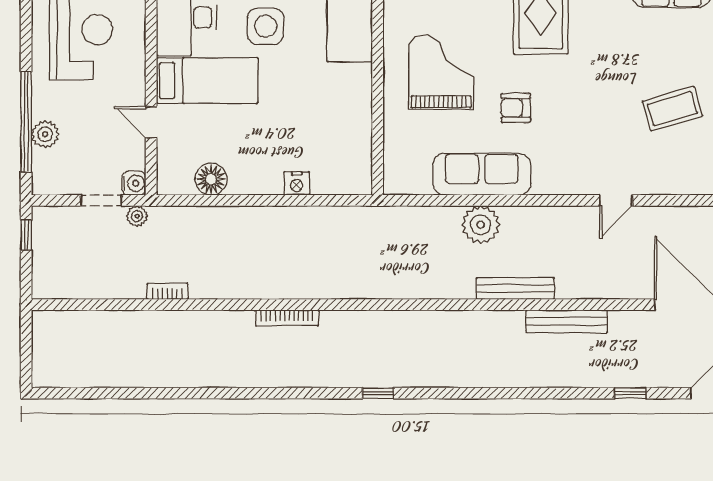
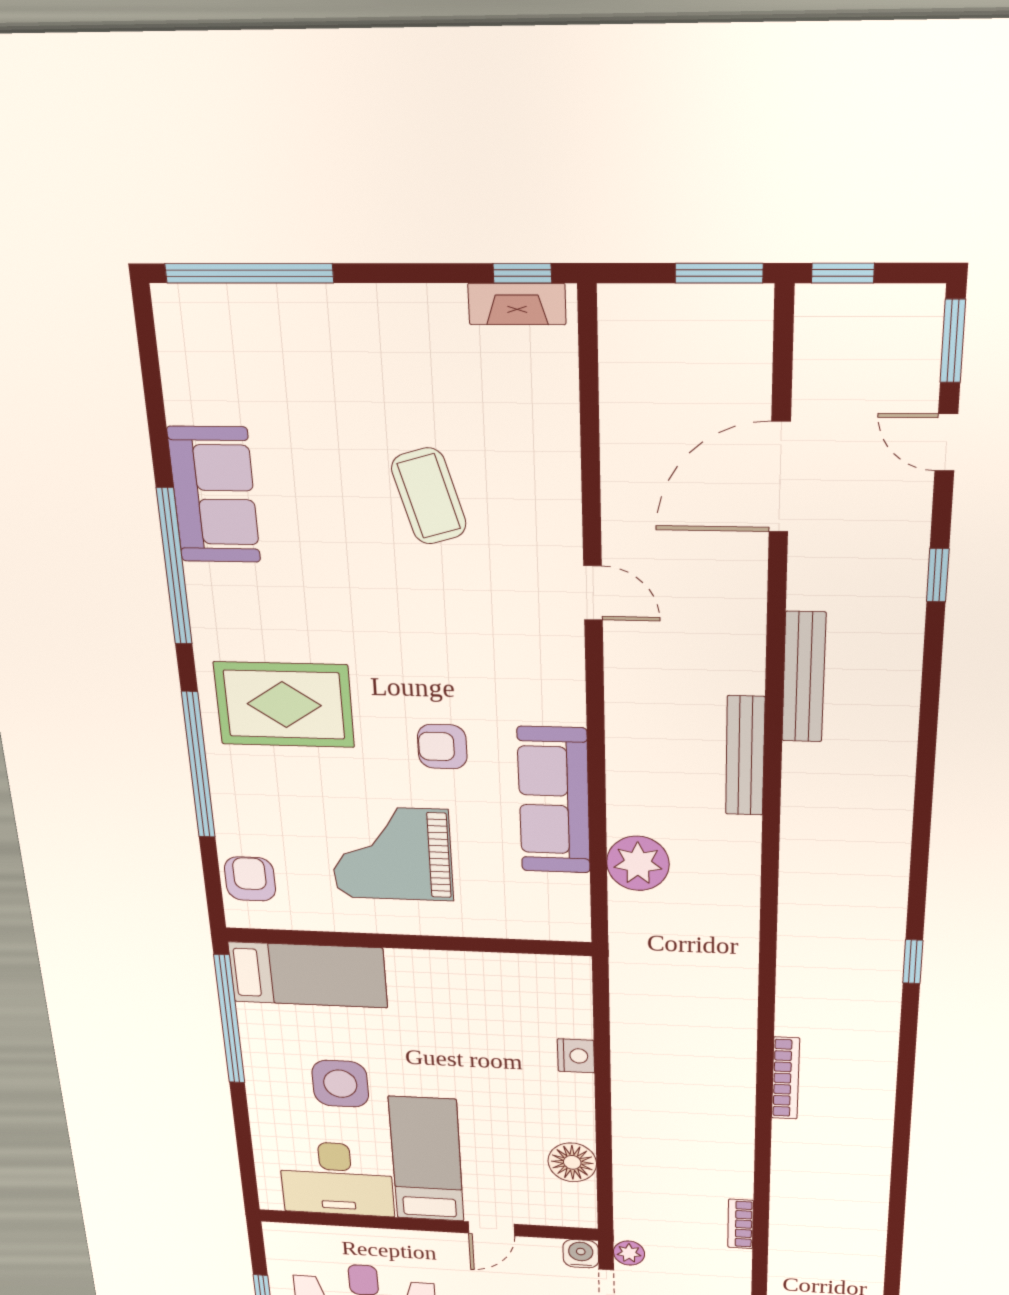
armchair: (516, 108) -> (442, 747), turned 90
plant: (481, 225) -> (638, 863), moved

